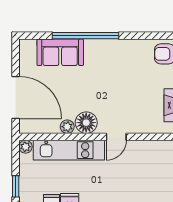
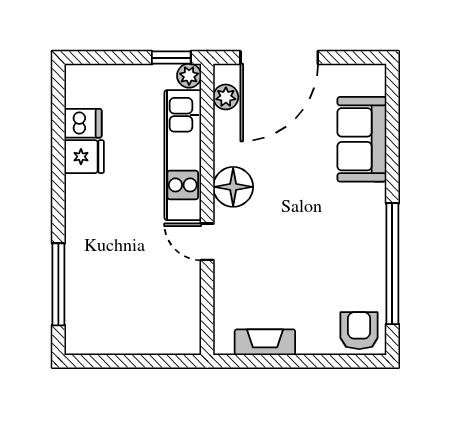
window: (85, 36) -> (392, 264), moved
plant: (67, 127) -> (226, 97), moved
window: (16, 186) -> (171, 58), moved

